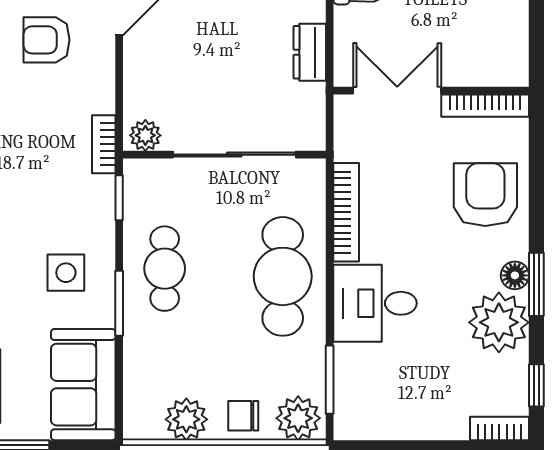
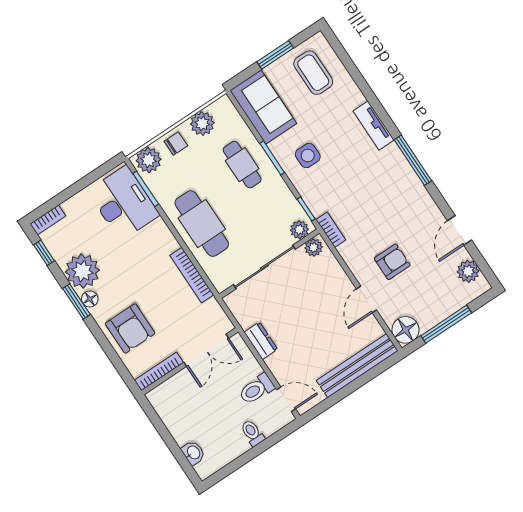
plant: (149, 174) -> (299, 230), added
cafe table: (165, 269) -> (242, 165), moved
desk: (375, 303) -> (123, 203), moved, width x1.37

